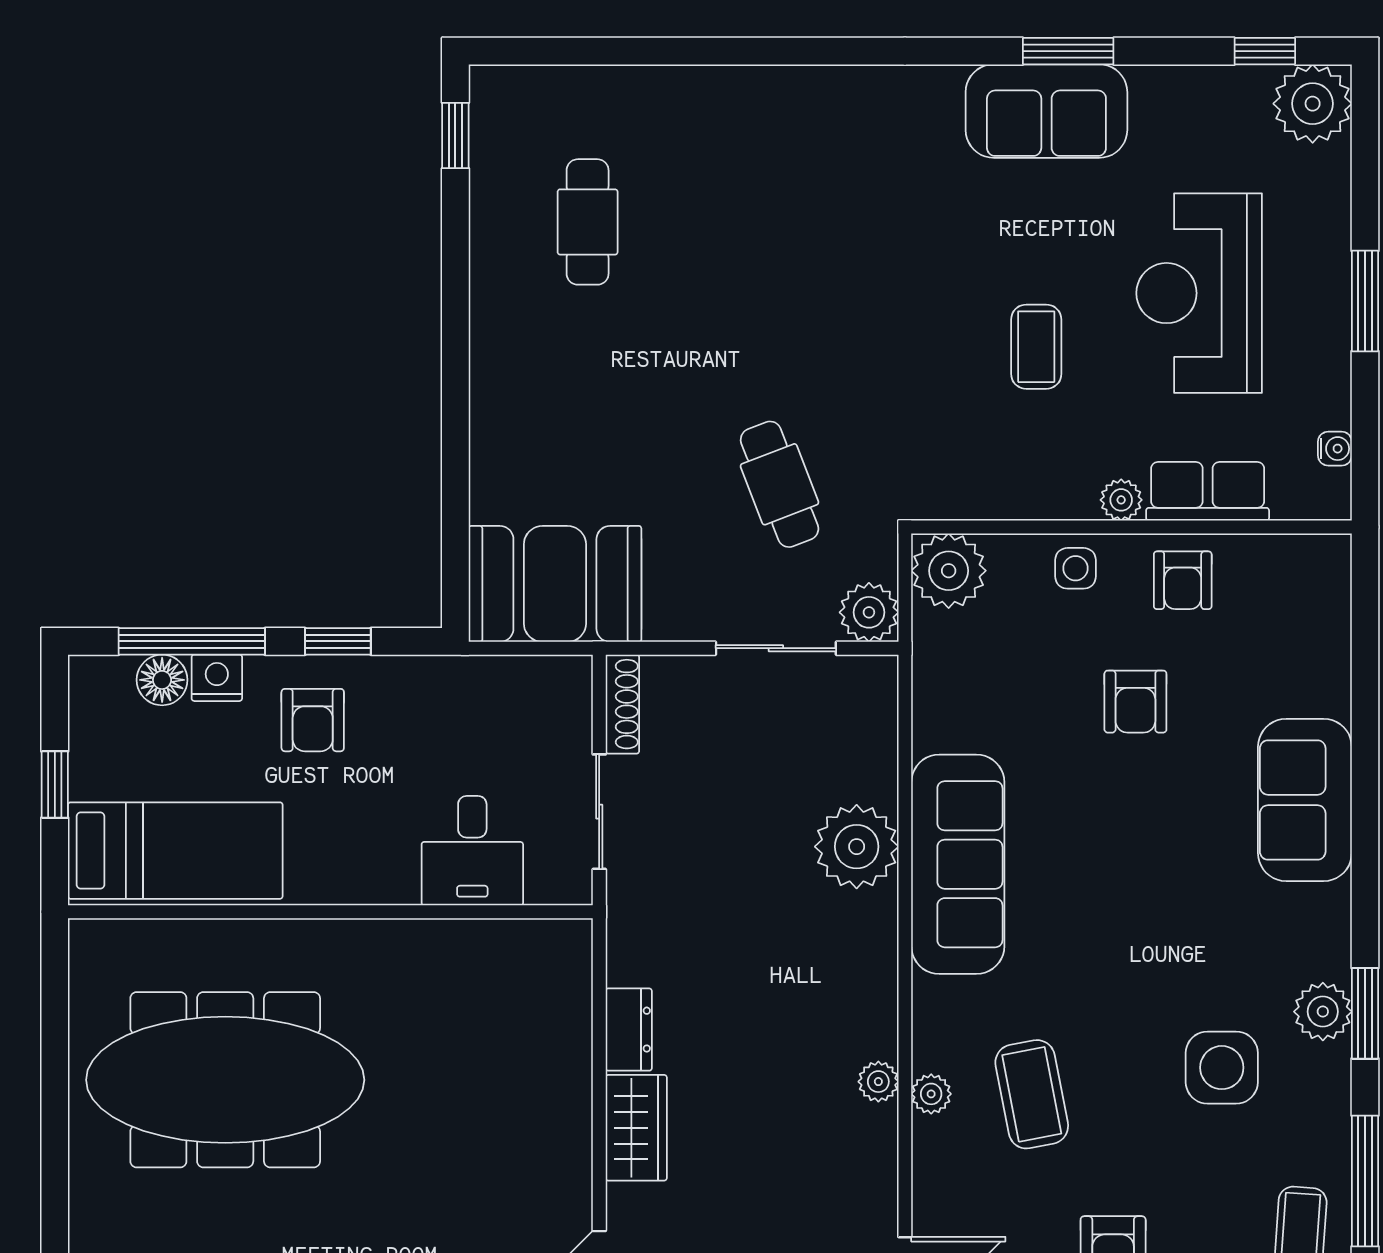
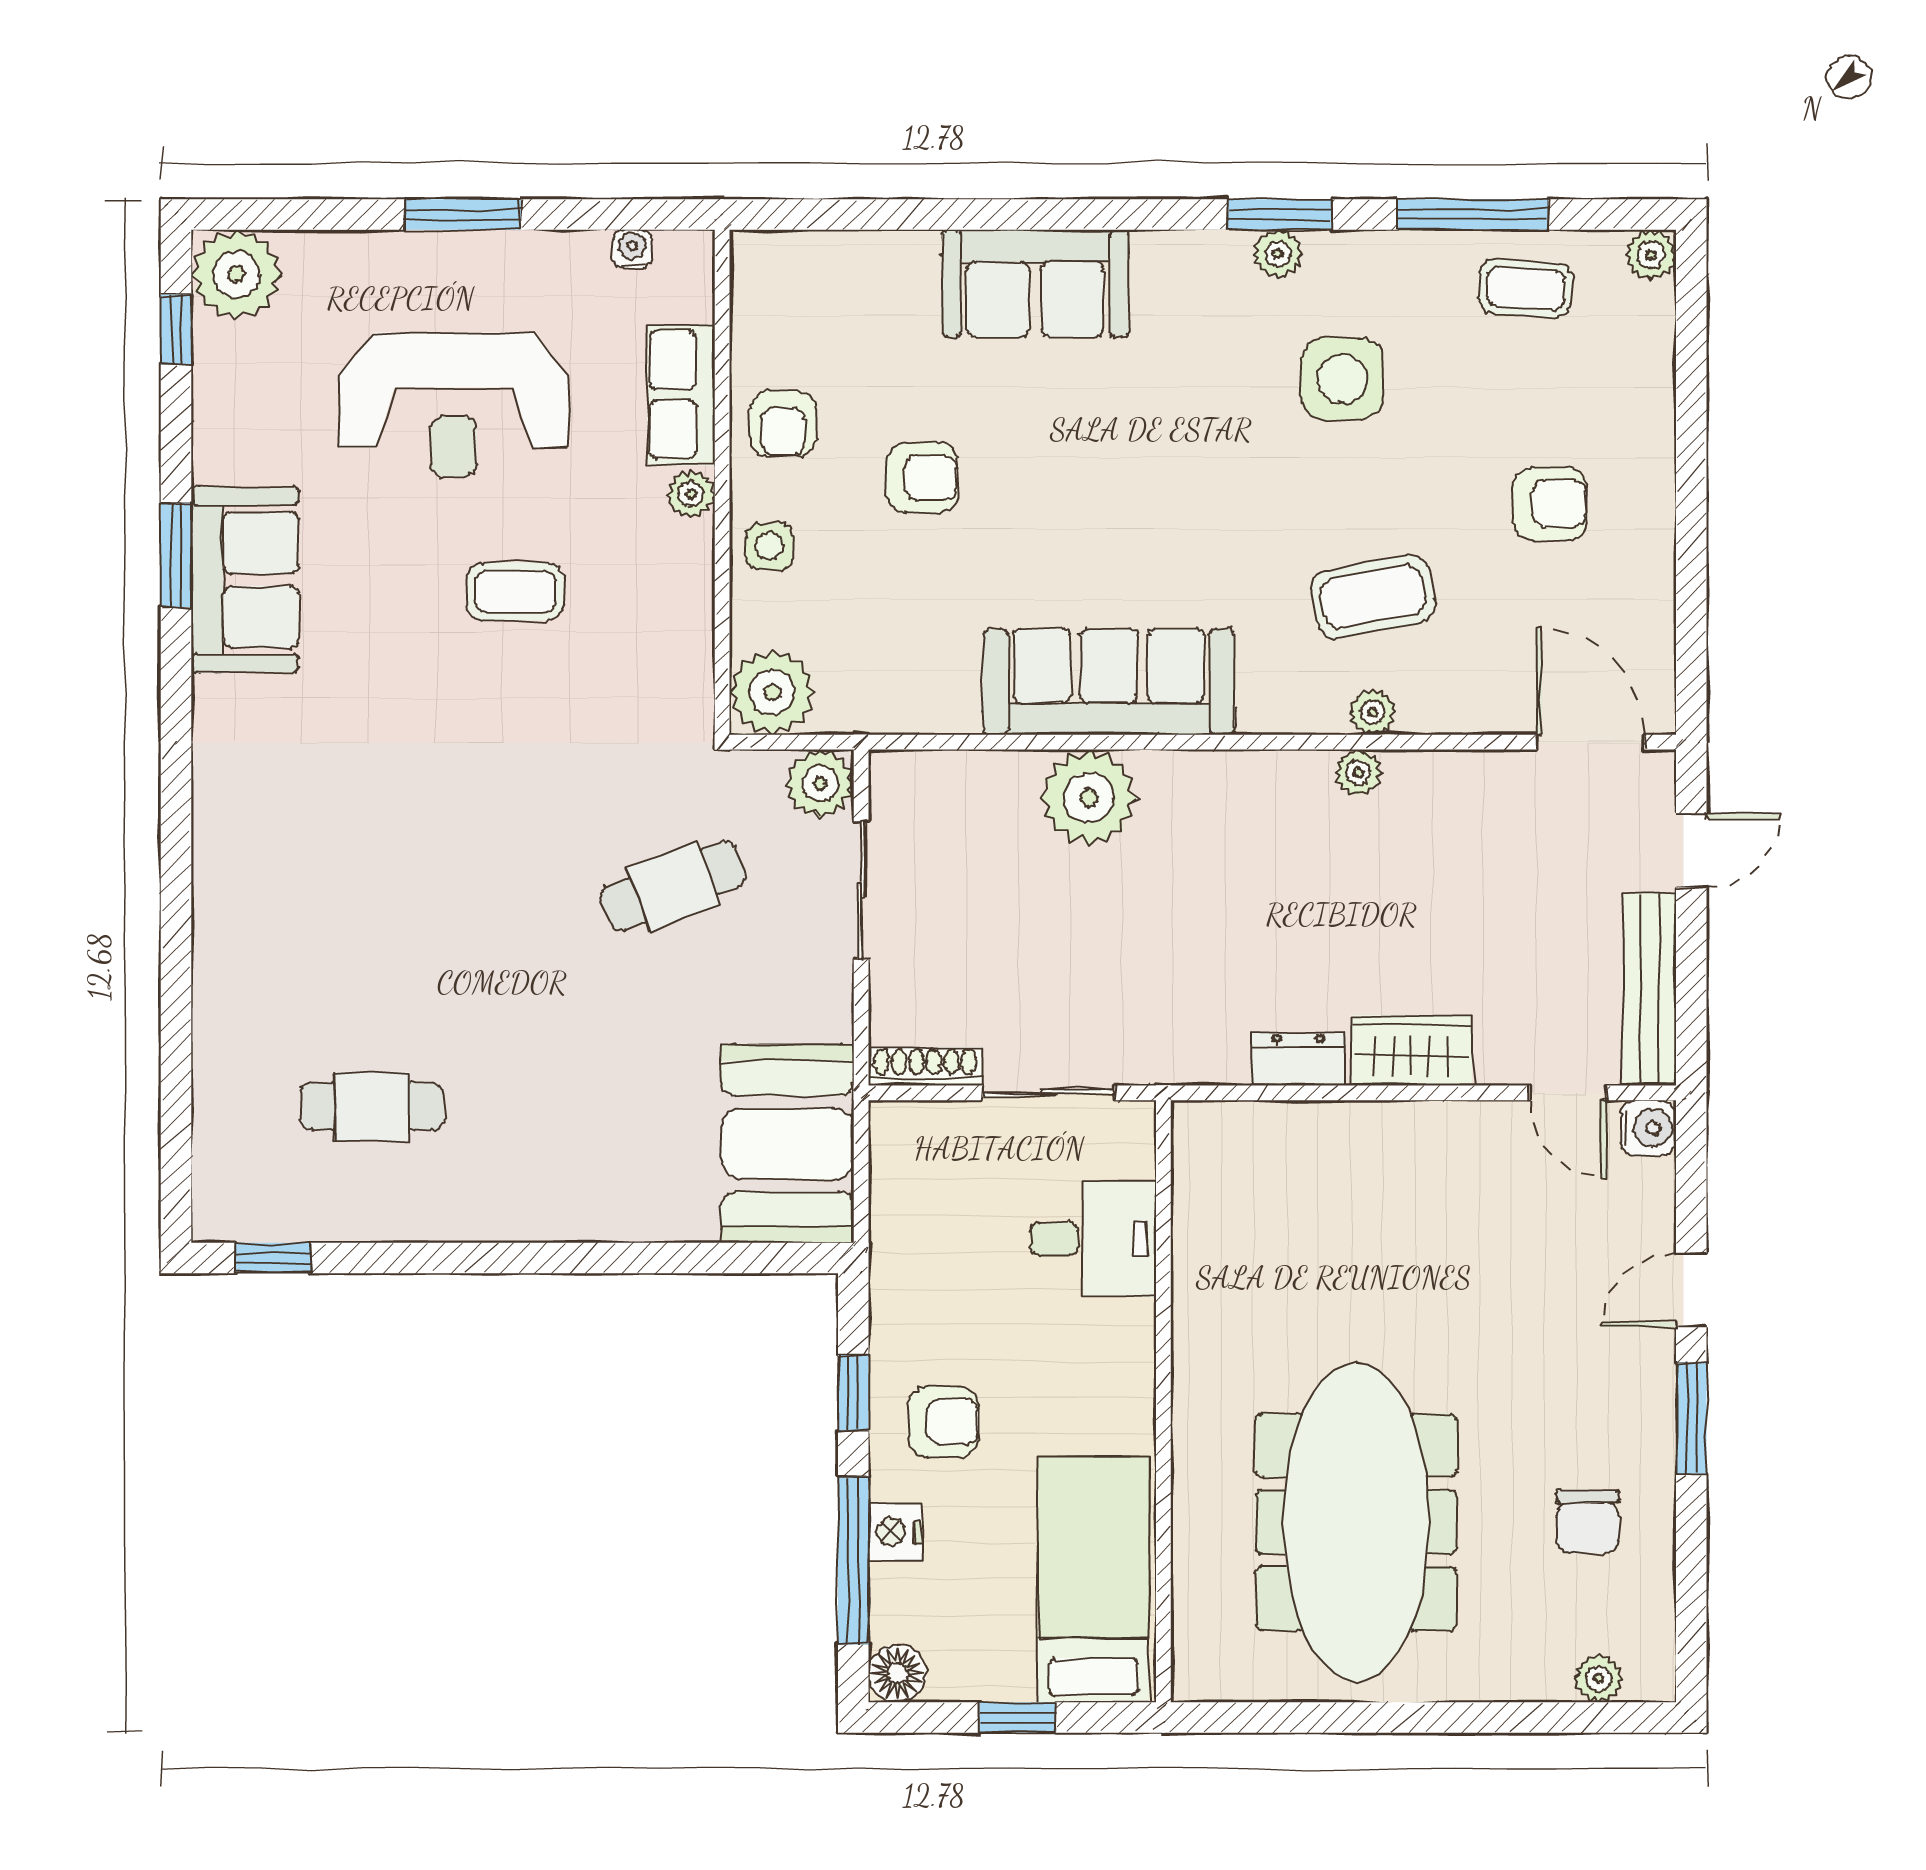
armchair: (1183, 580) -> (783, 424), turned 90
floor lamp: (162, 680) -> (898, 1673), moved
plant: (1323, 1012) -> (1278, 254), width x0.73, depth x0.73

